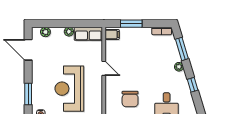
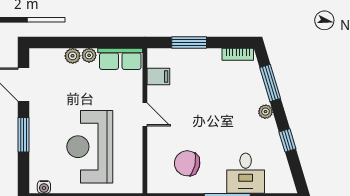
plant: (45, 32) -> (73, 56), moved
filing cabinet: (112, 34) -> (158, 76), moved
window: (28, 94) -> (24, 135), moved
chair: (130, 99) -> (187, 163), turned 103

